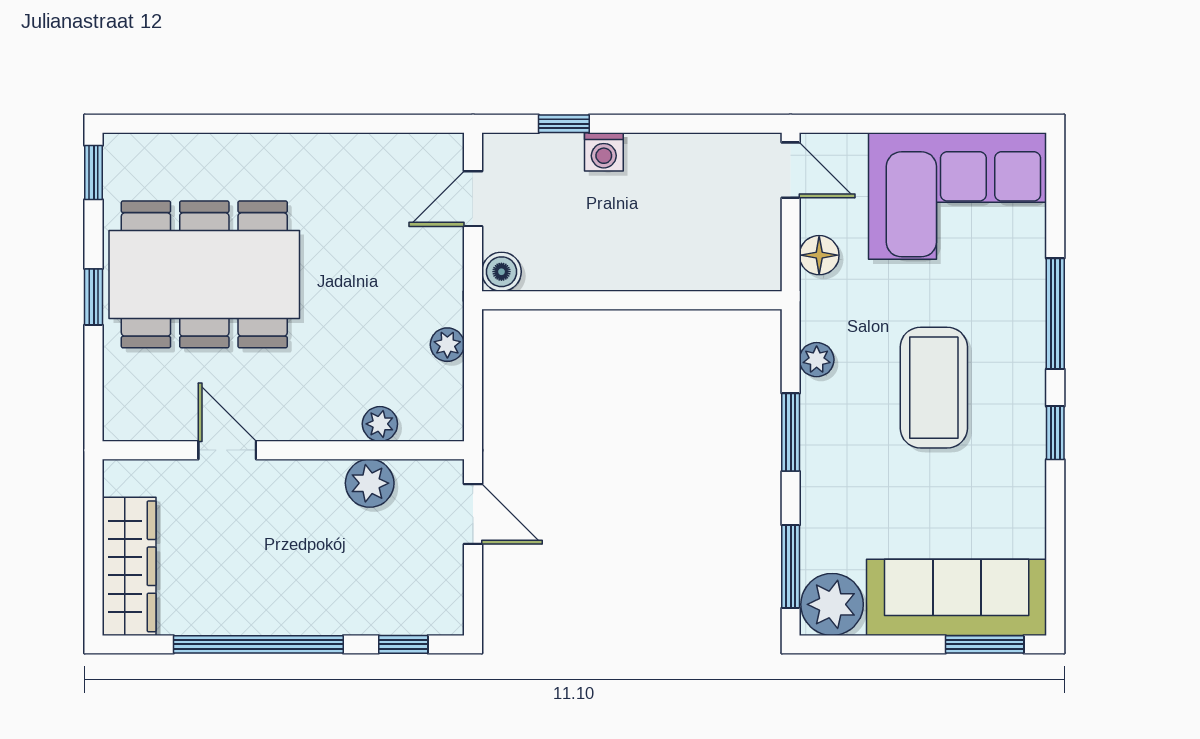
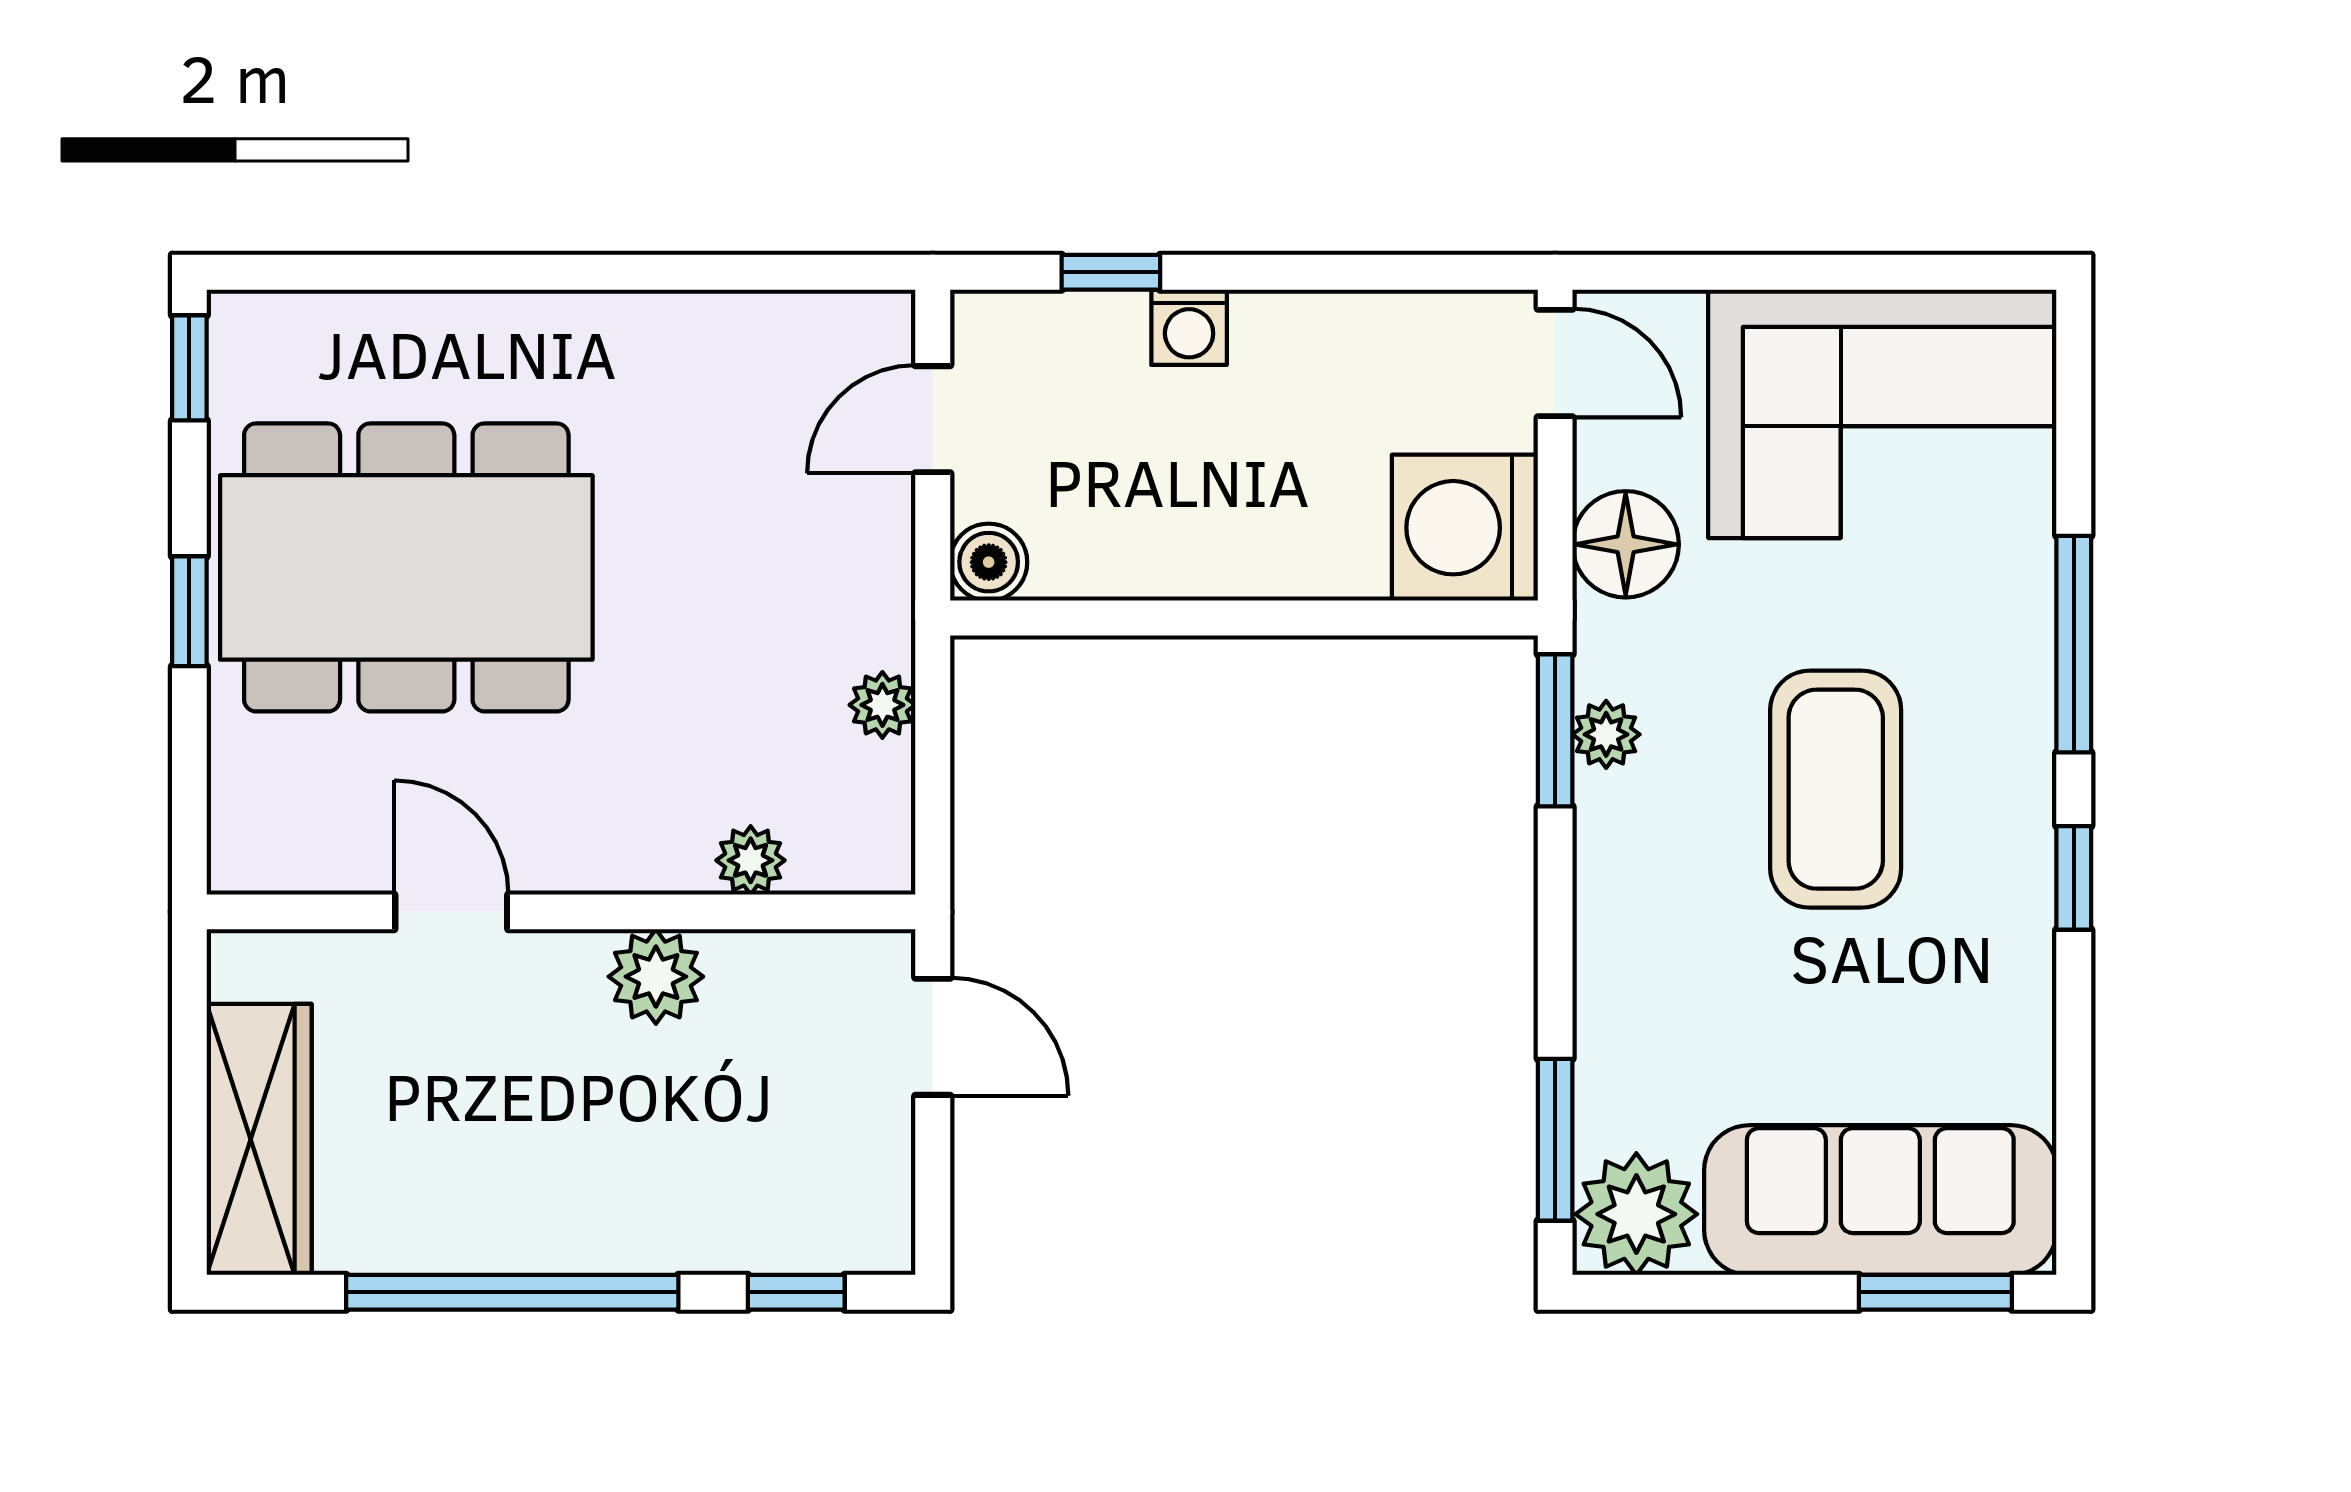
washing machine: (745, 254) -> (1465, 528), added
floor lamp: (819, 255) -> (1626, 544), width x1.38, depth x1.38
window: (791, 432) -> (1555, 730), moved
plant: (370, 483) -> (656, 977), moved

